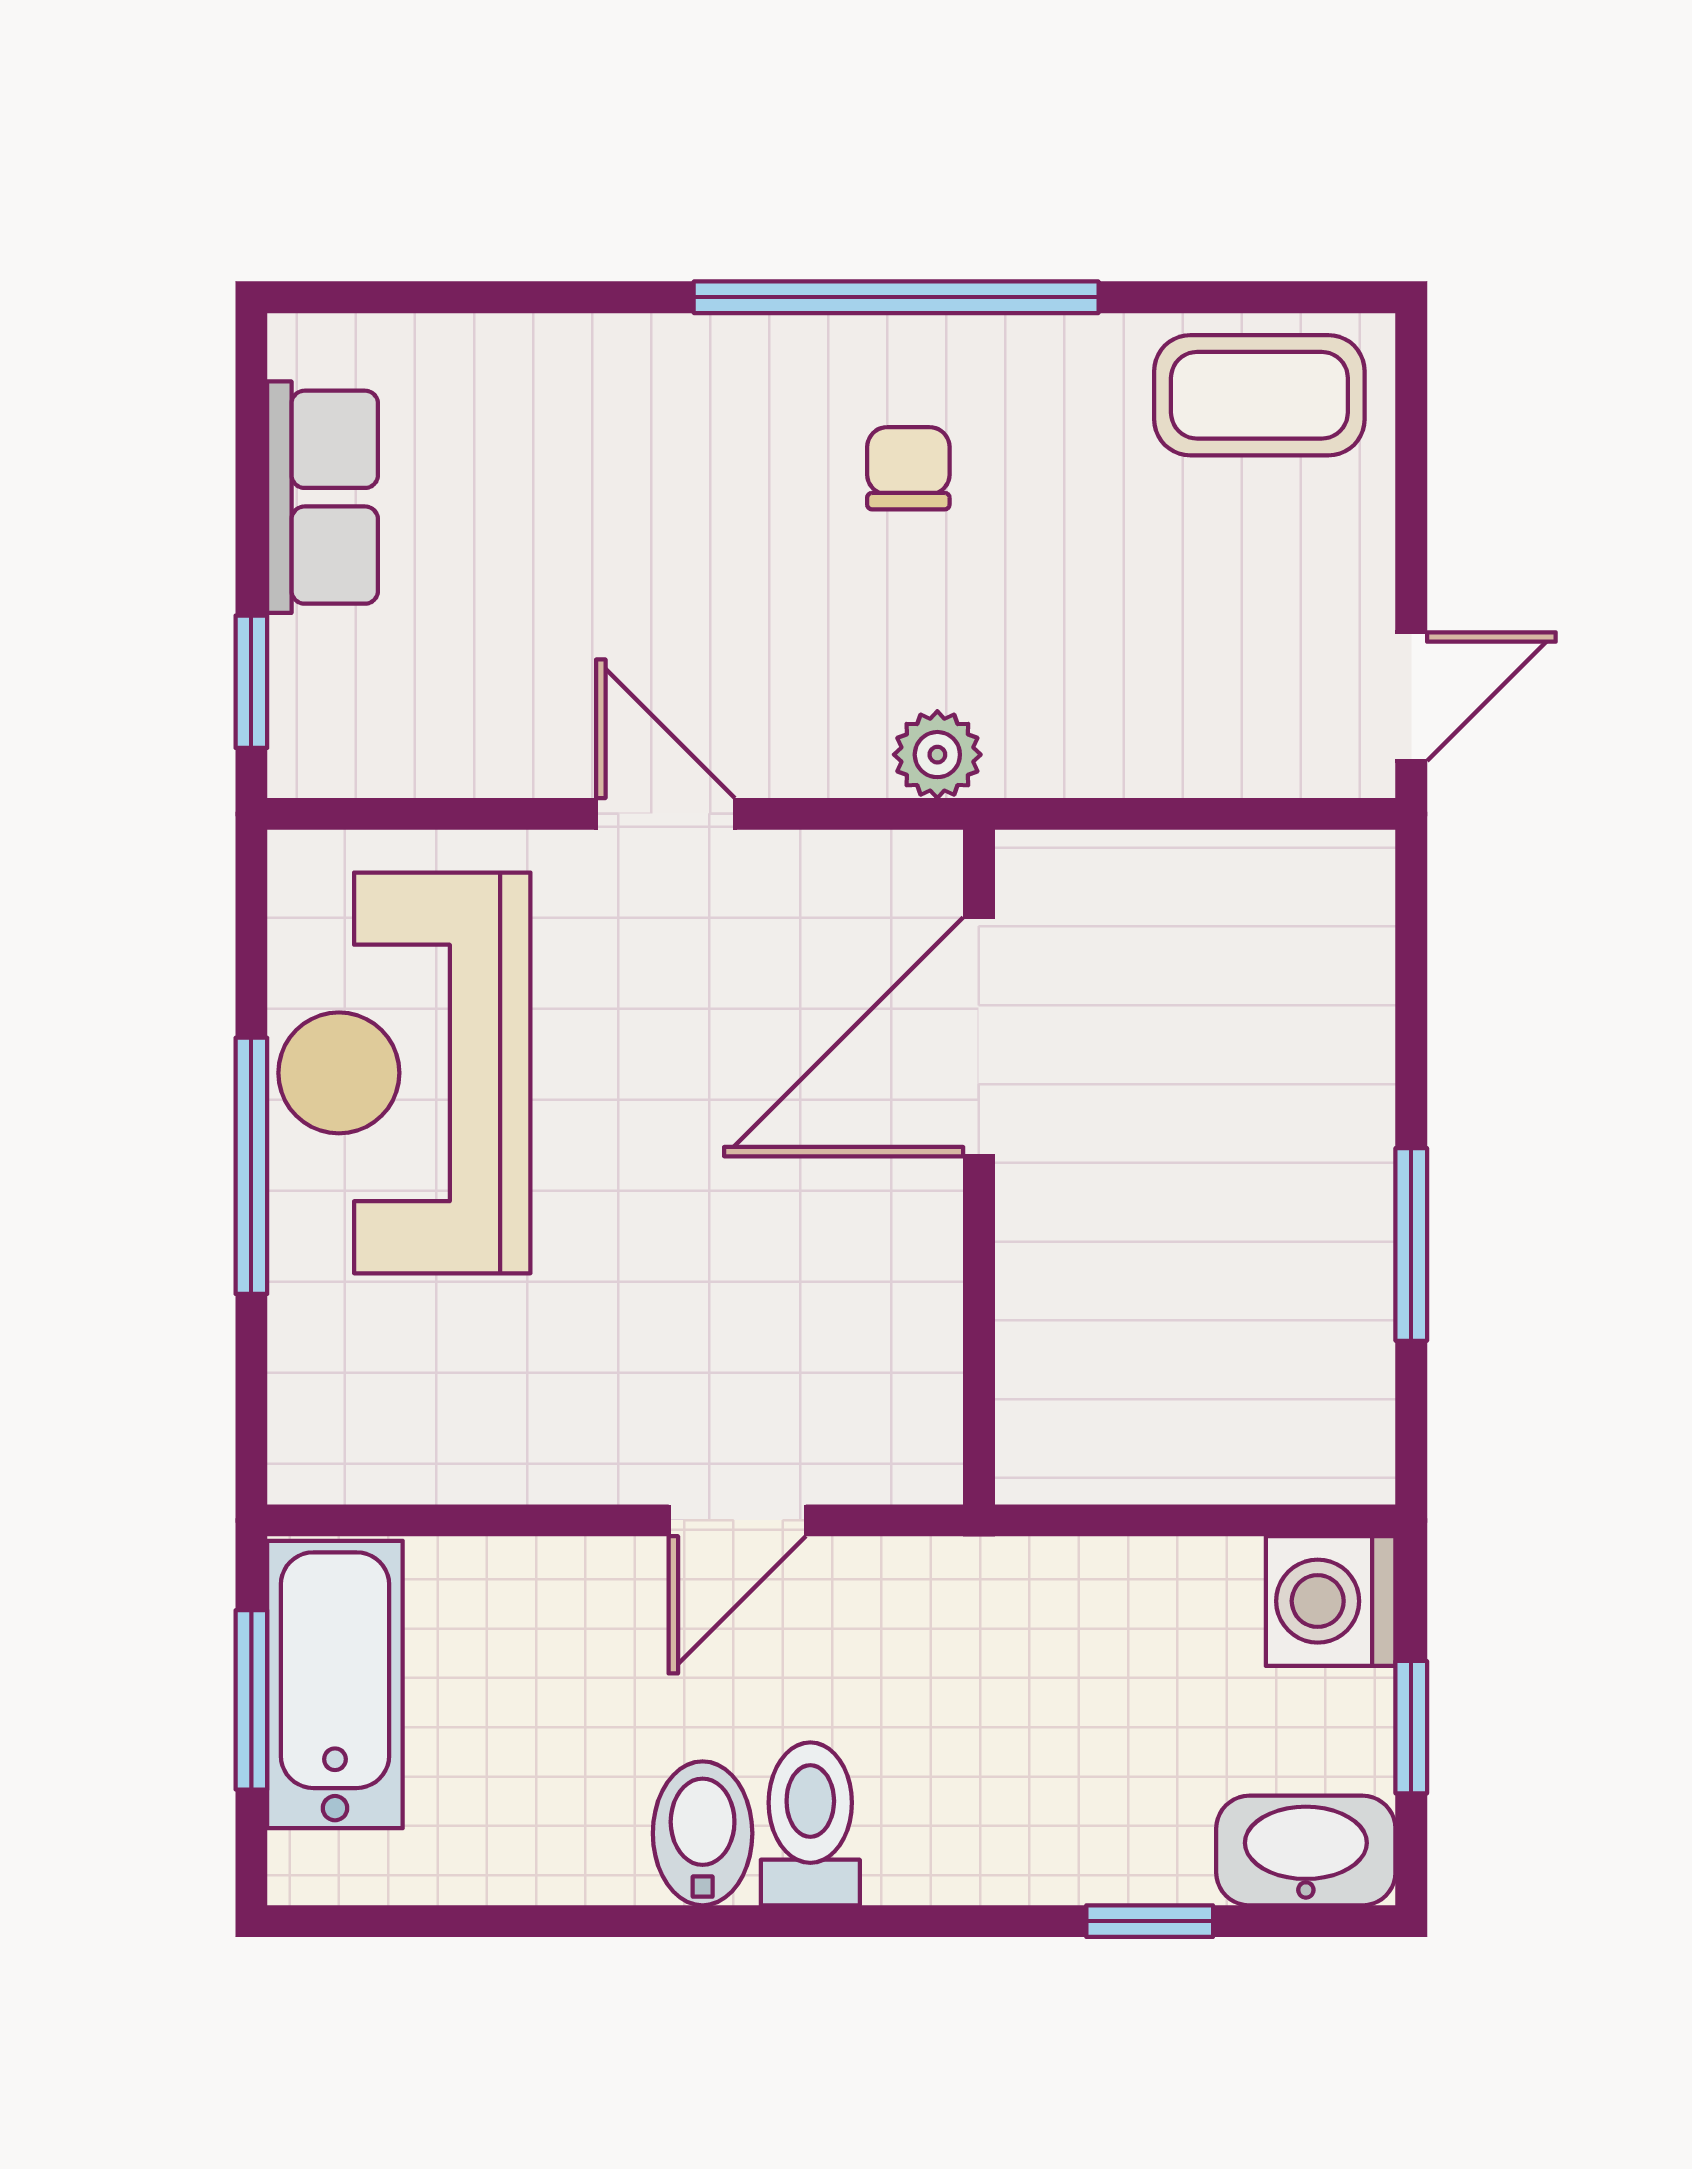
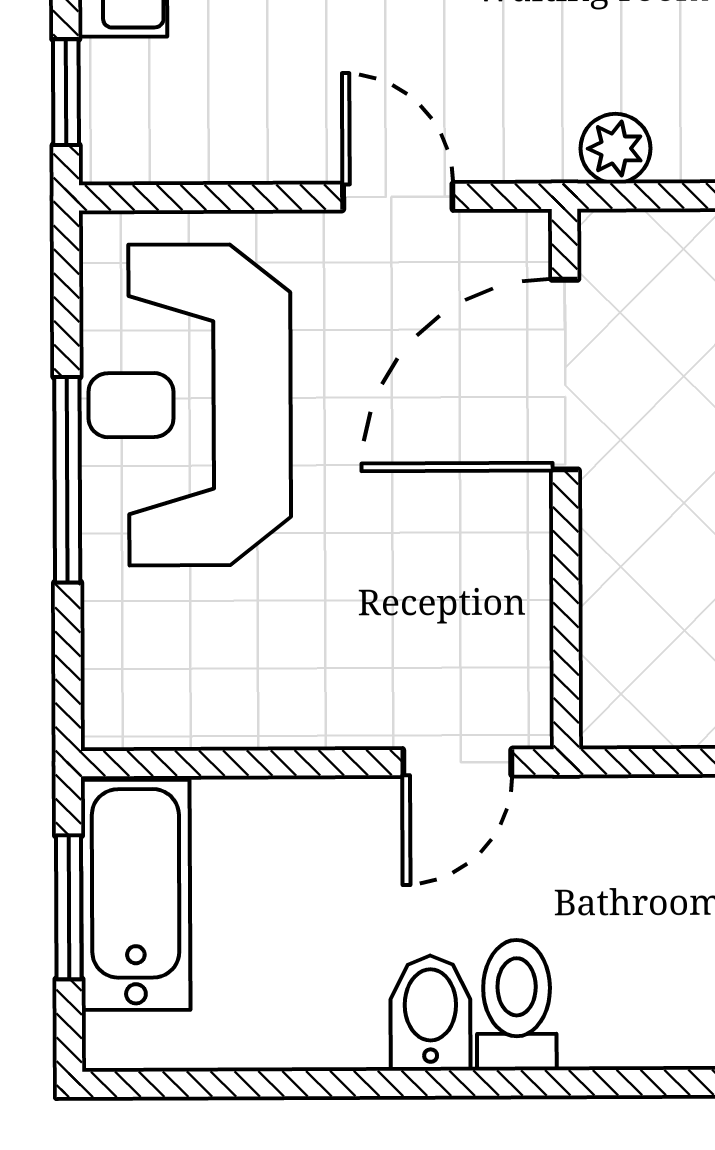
door: (979, 1037) -> (565, 375), moved
wall: (979, 1167) -> (565, 479), moved

